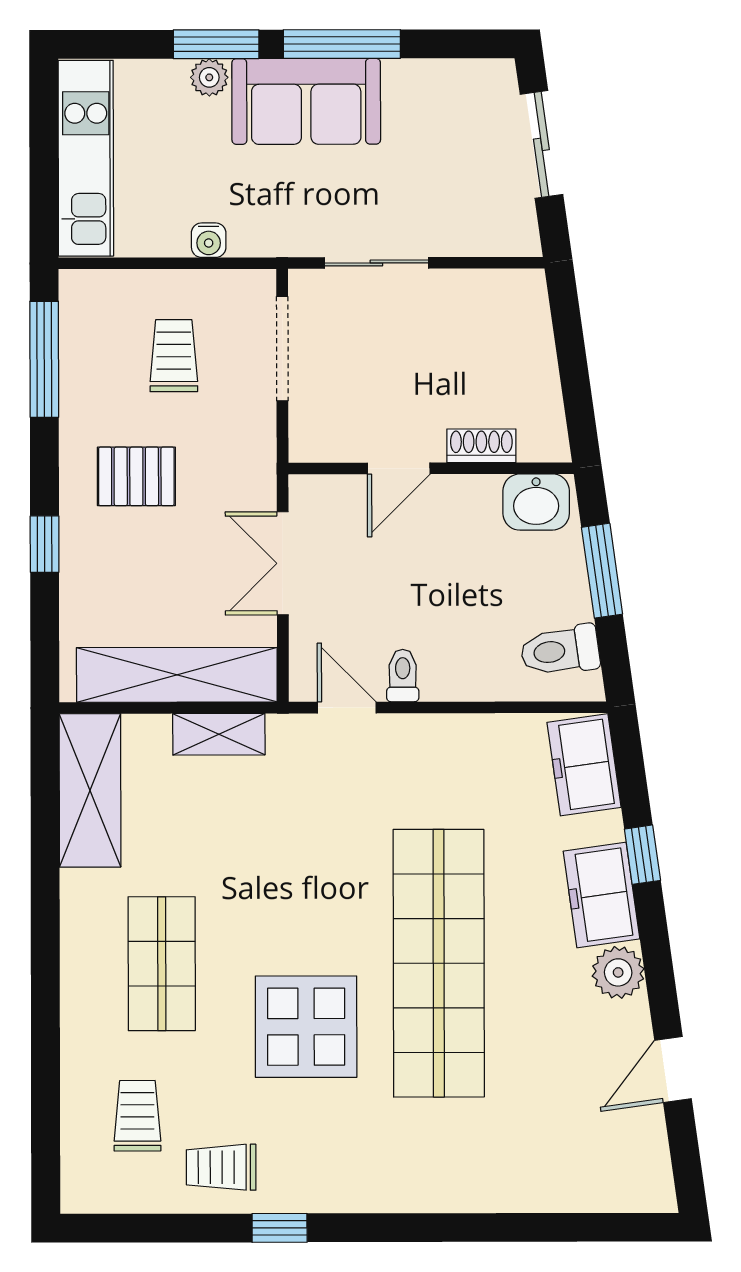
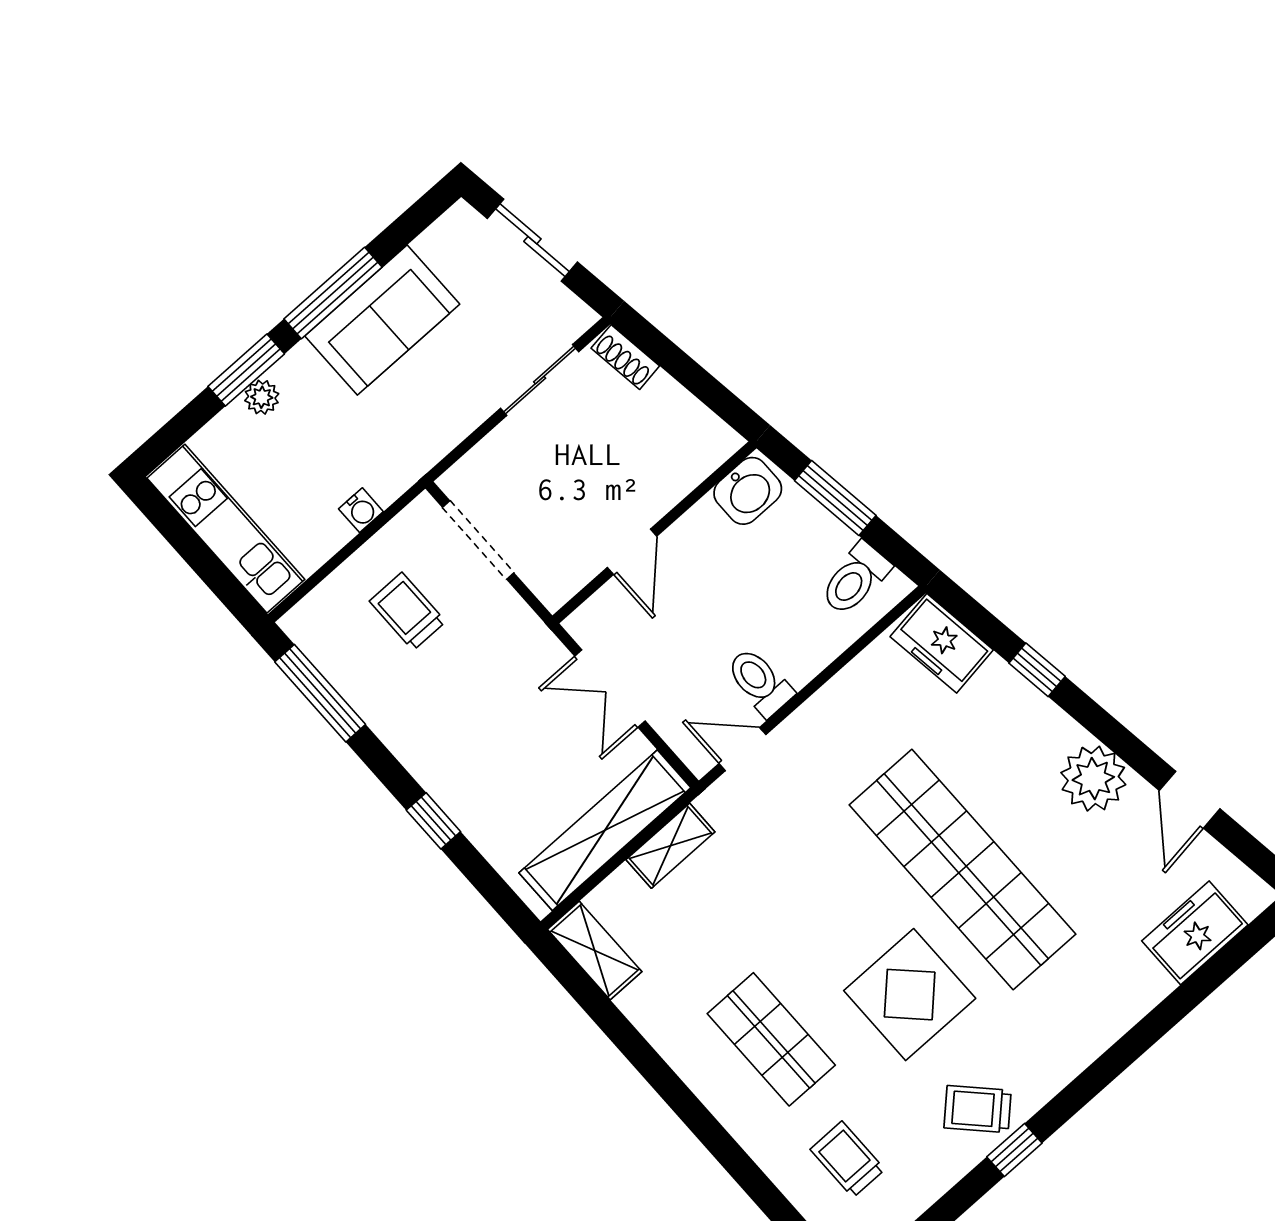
sofa: (306, 101) -> (382, 320), moved
sliding door: (376, 263) -> (540, 380), moved
shoe rack: (481, 446) -> (625, 357), moved, turned -98
pallet: (136, 476) -> (455, 718), removed
toilet: (403, 676) -> (760, 682), width x1.37, depth x1.39
shelving: (90, 790) -> (595, 950), width x0.67, depth x0.75
freezer: (602, 895) -> (1195, 933), moved, turned 98
plant: (618, 972) -> (1093, 779), width x1.36, depth x1.36
trolley: (221, 1167) -> (978, 1109), moved, turned 46

